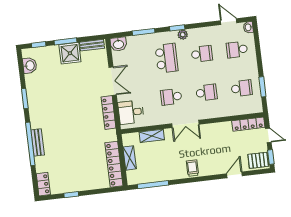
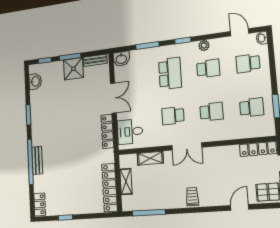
plant: (183, 35) -> (204, 45), moved

